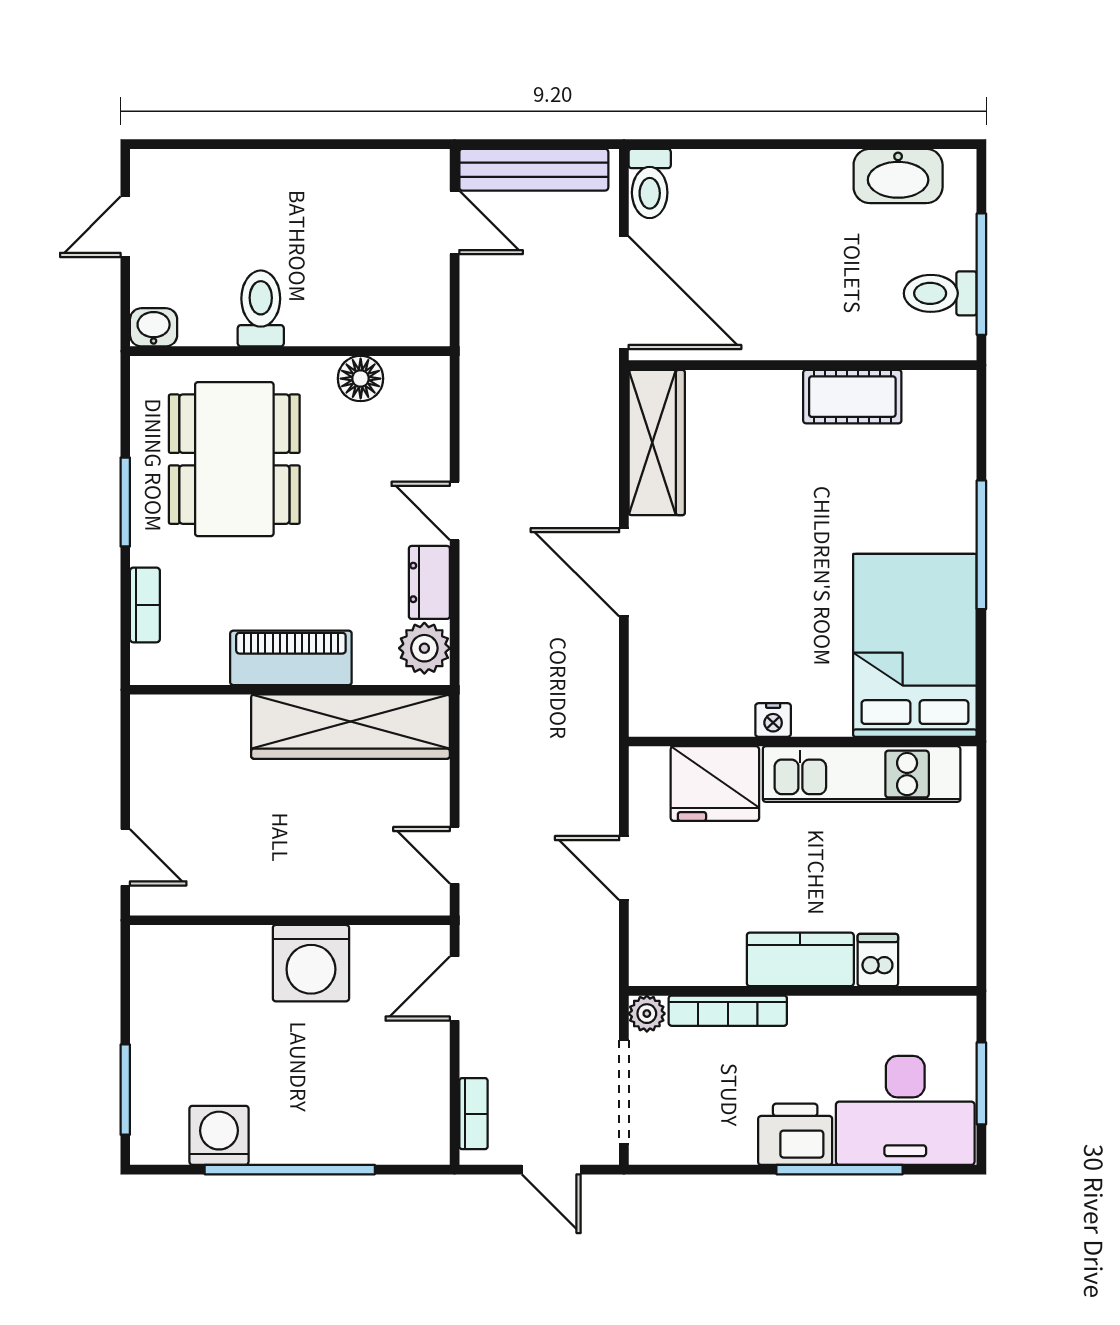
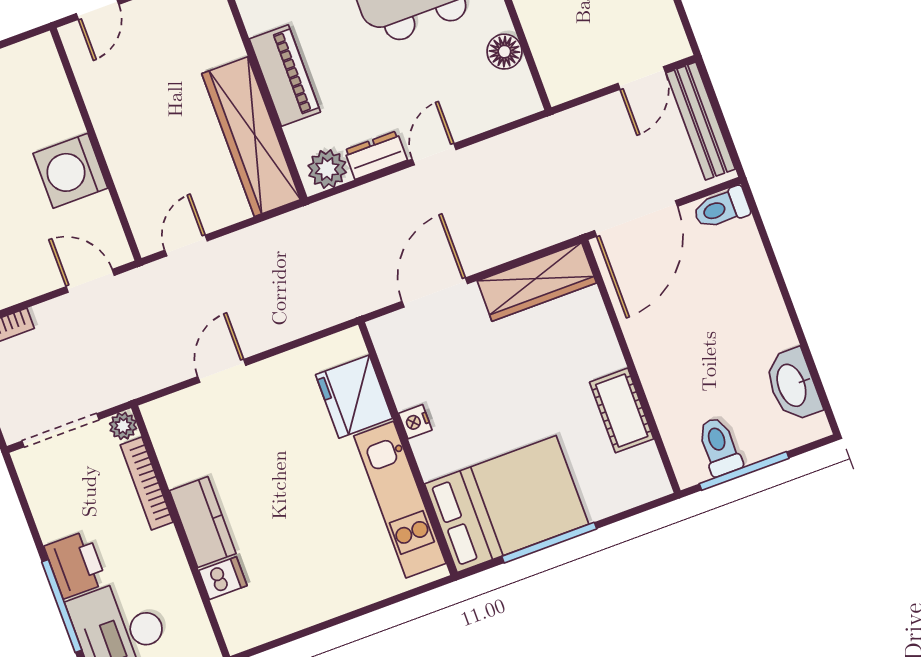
bed: (915, 645) -> (507, 504), moved
nightstand: (773, 720) -> (415, 422), moved
wall: (803, 742) -> (408, 449), moved
kitchen unit: (862, 774) -> (400, 500), moved
fridge: (715, 784) -> (354, 397), moved

